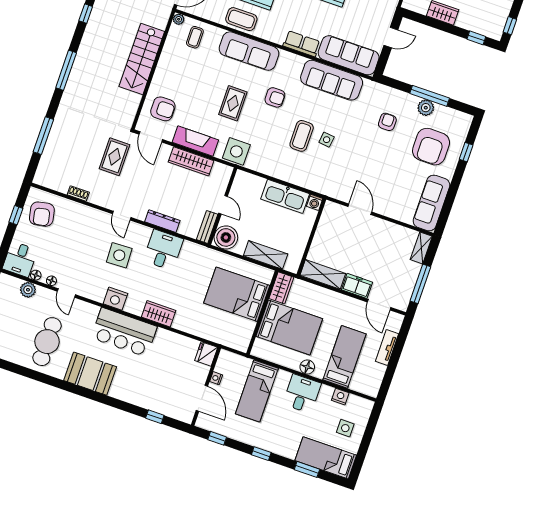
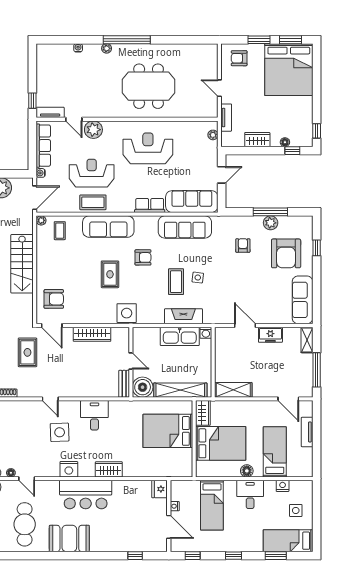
floor lamp: (471, 26) -> (285, 142), added
fireplace: (195, 141) -> (183, 316), moved
dresser: (162, 221) -> (85, 392), removed
shelving: (266, 255) -> (180, 390), width x1.47
freezer: (357, 286) -> (270, 335), moved, turned 180

